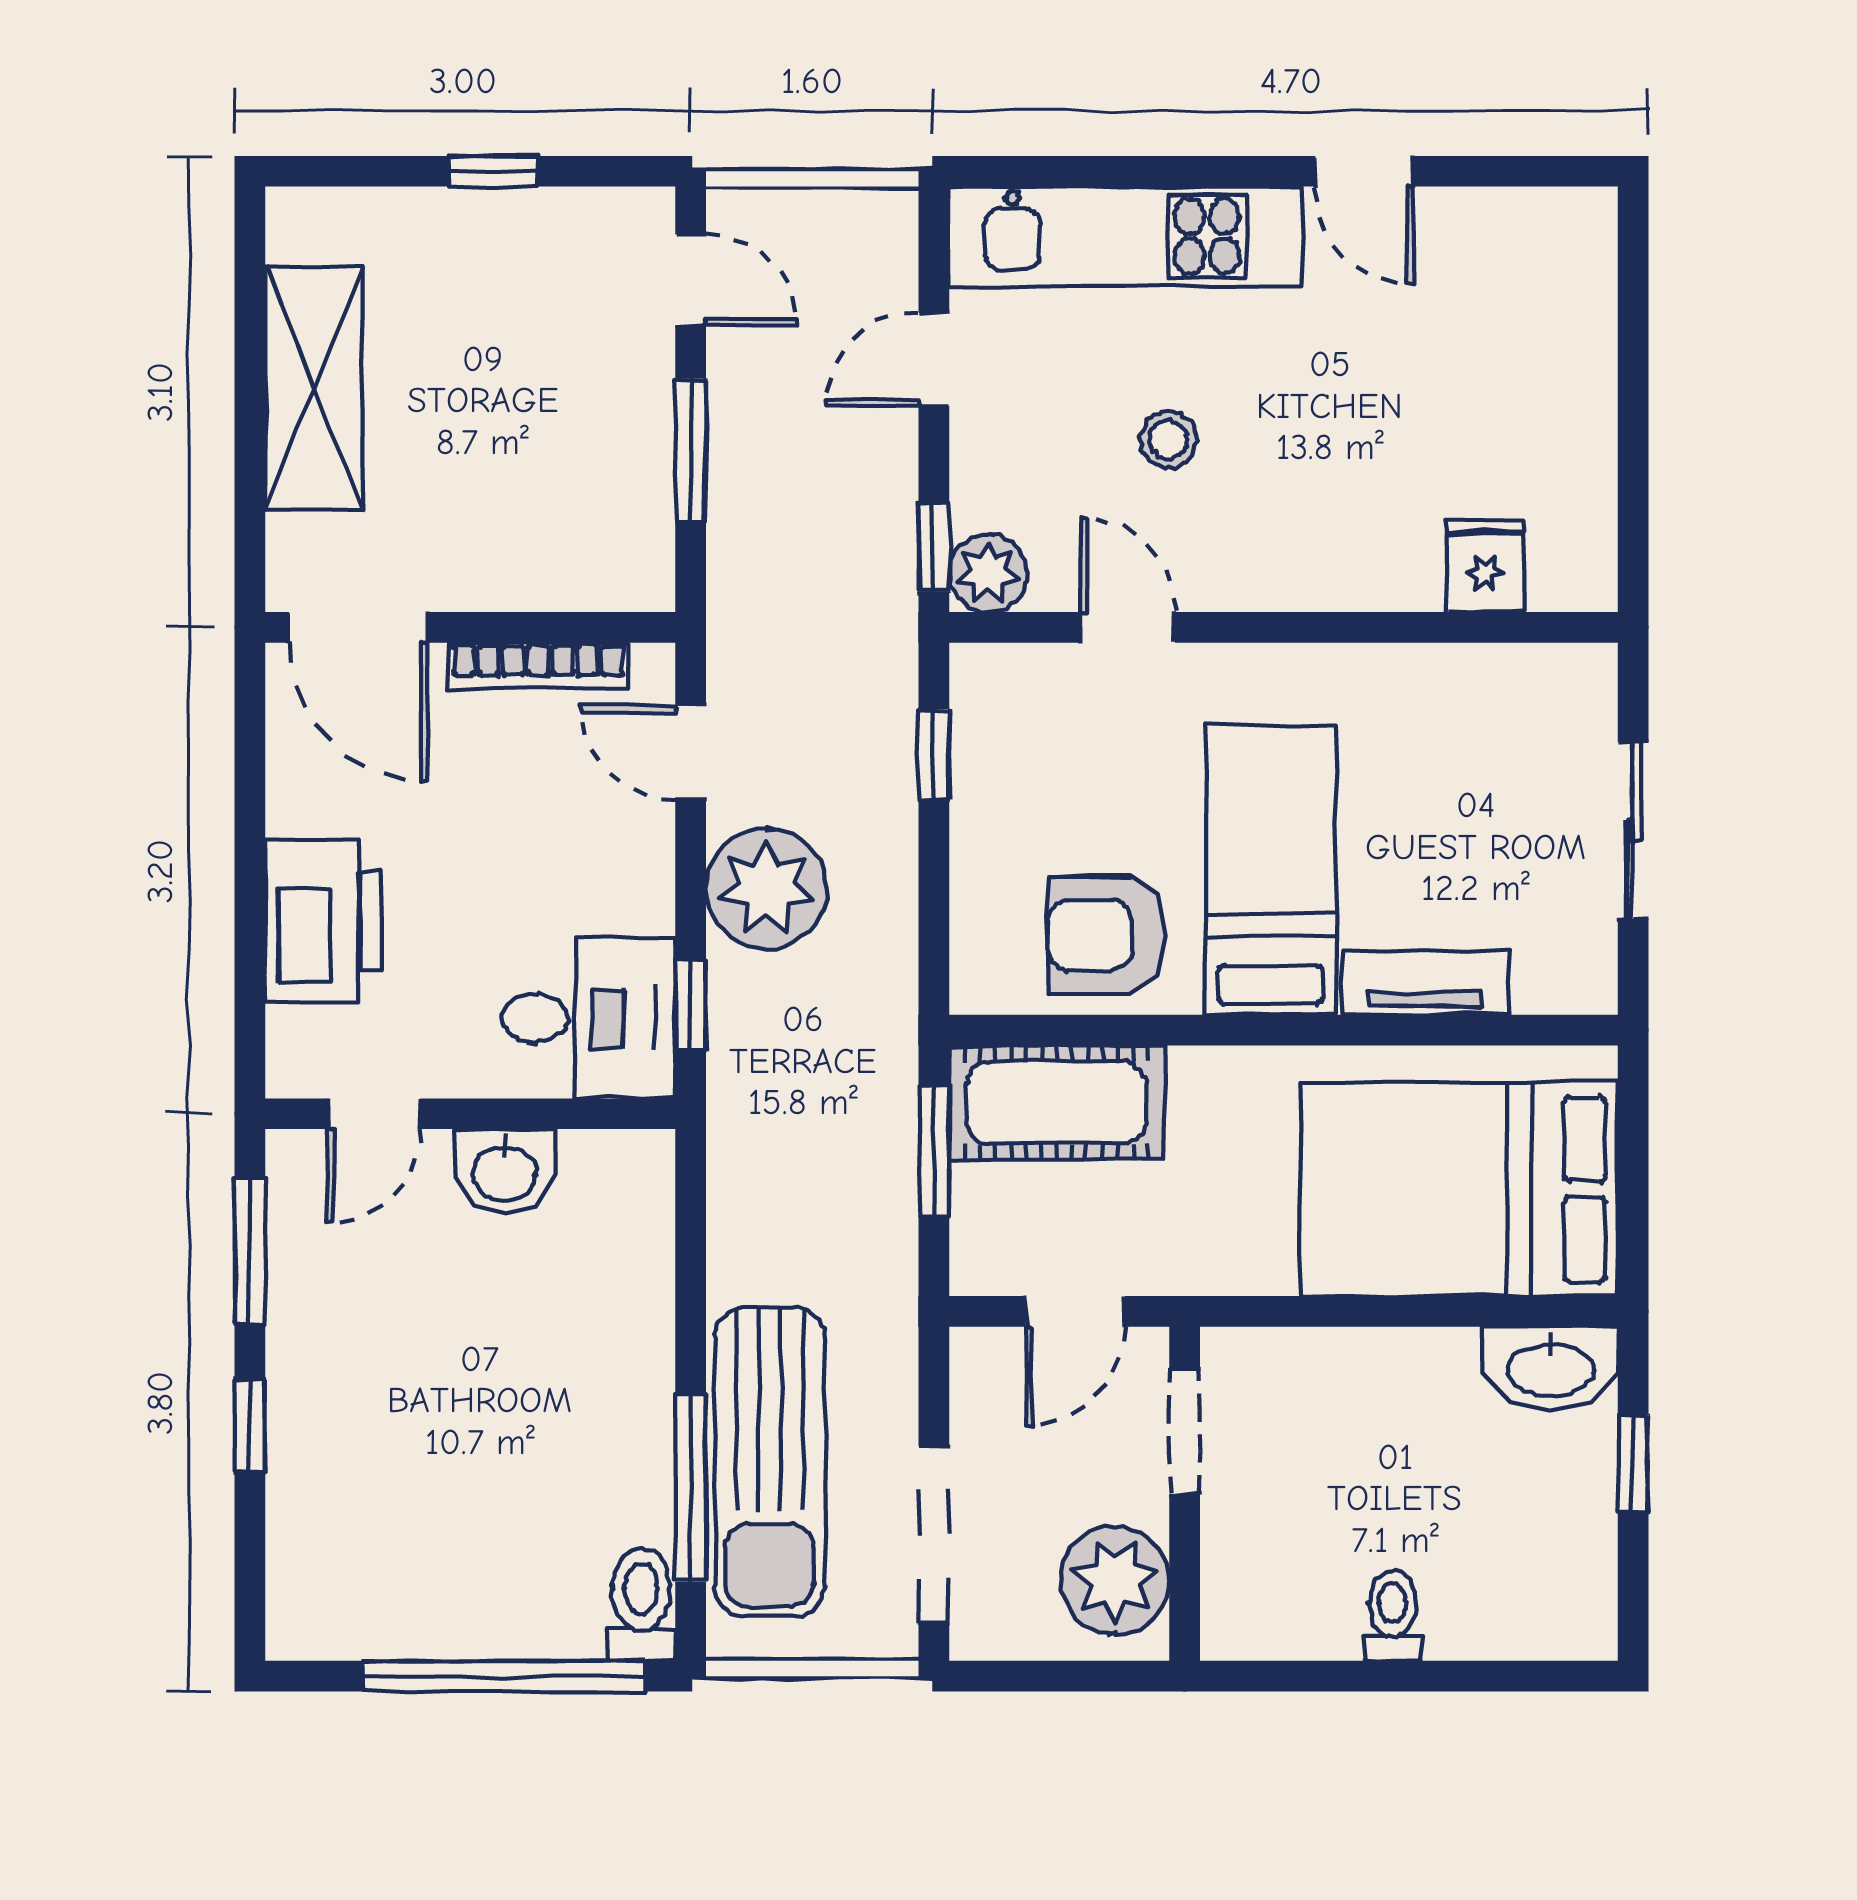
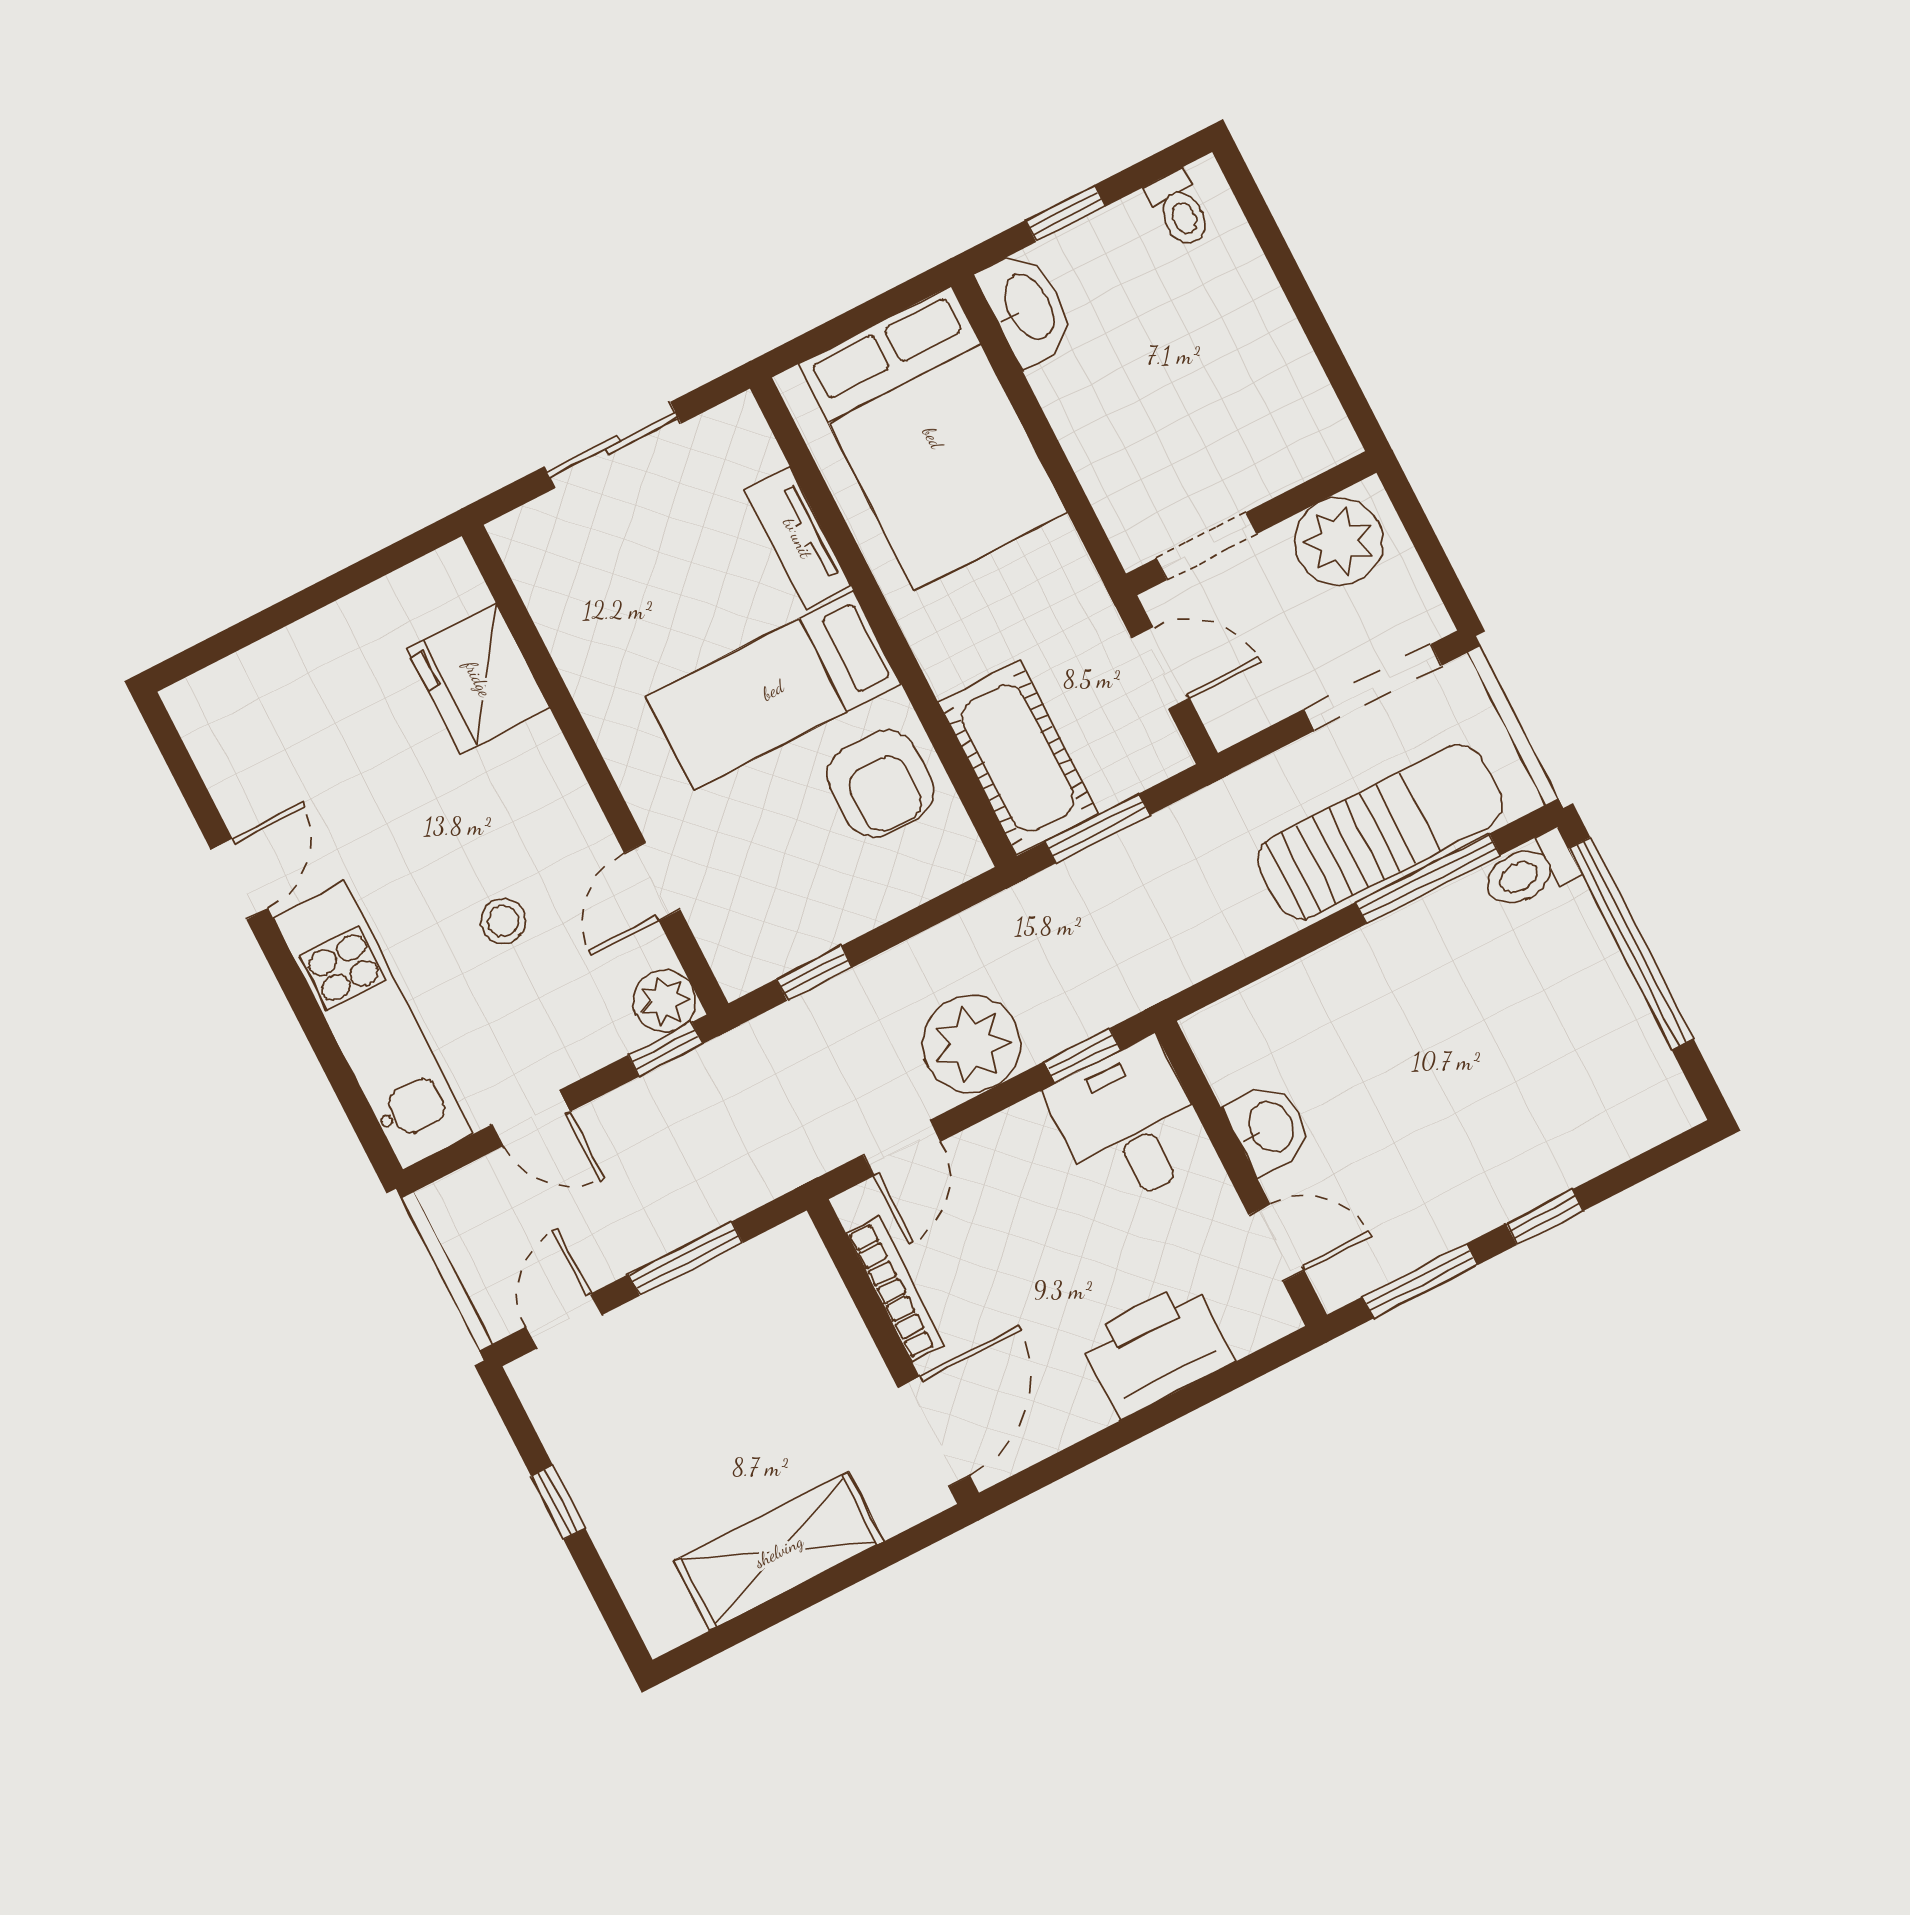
fridge: (1485, 565) -> (478, 679), width x1.88, depth x1.34
toilet: (1393, 1616) -> (1180, 209), moved, turned -90

